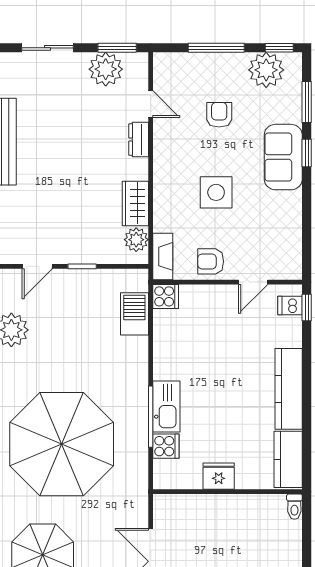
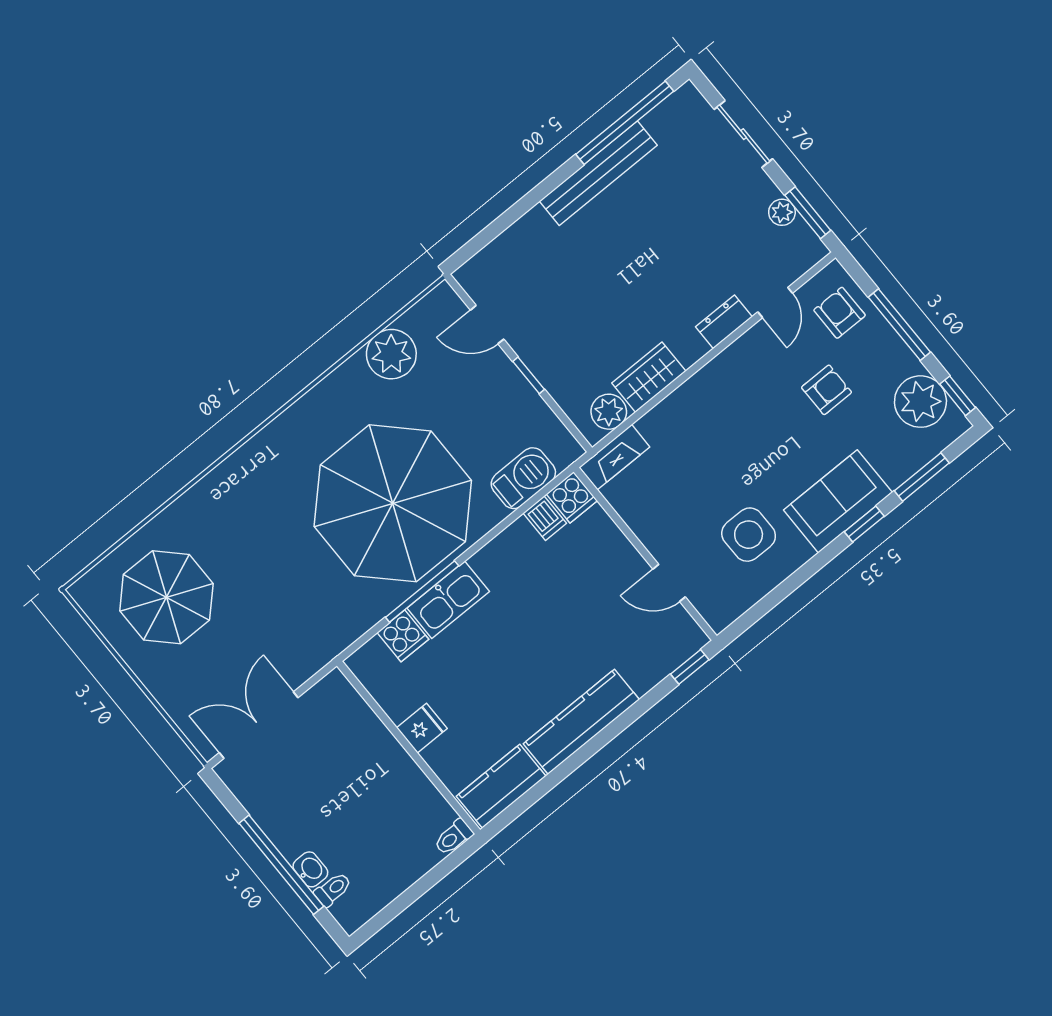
plant: (106, 69) -> (782, 212), width x0.53, depth x0.53
side table: (216, 192) -> (749, 535), moved
armchair: (211, 261) -> (840, 313), moved
dishwasher: (290, 306) -> (545, 518), moved, turned 180
parasol: (62, 444) -> (393, 503), moved
fridge: (219, 476) -> (422, 728), width x0.72

